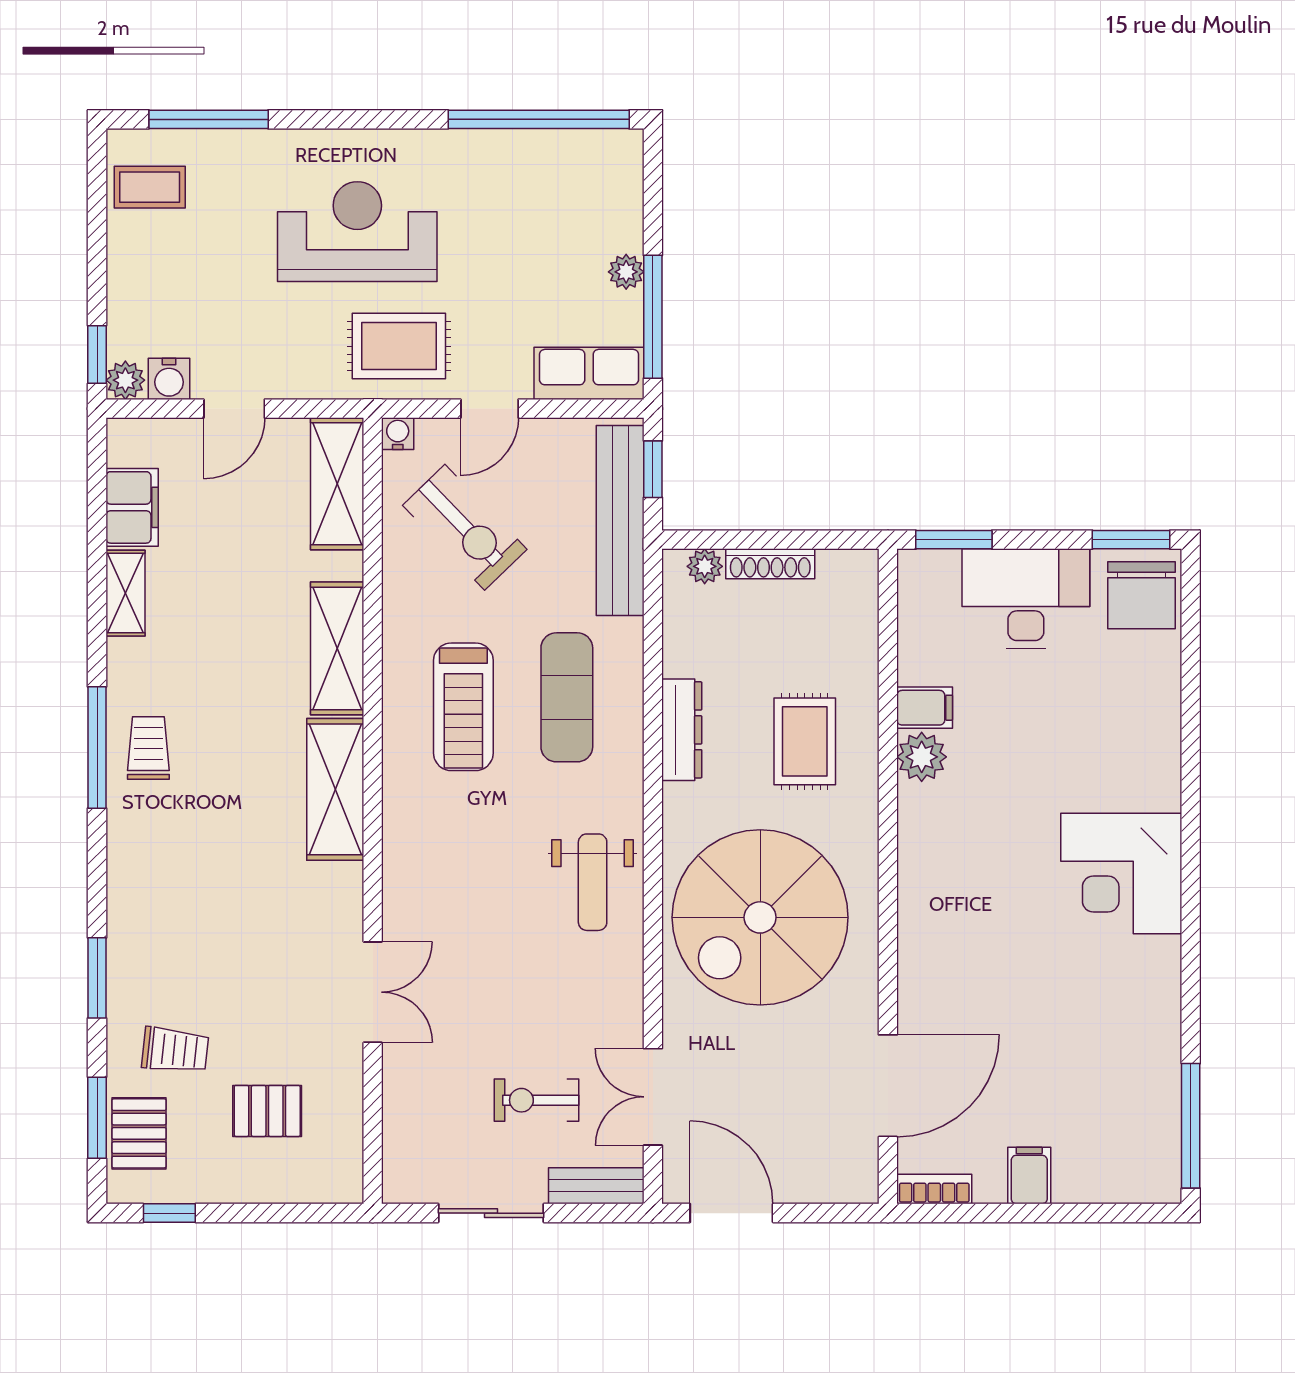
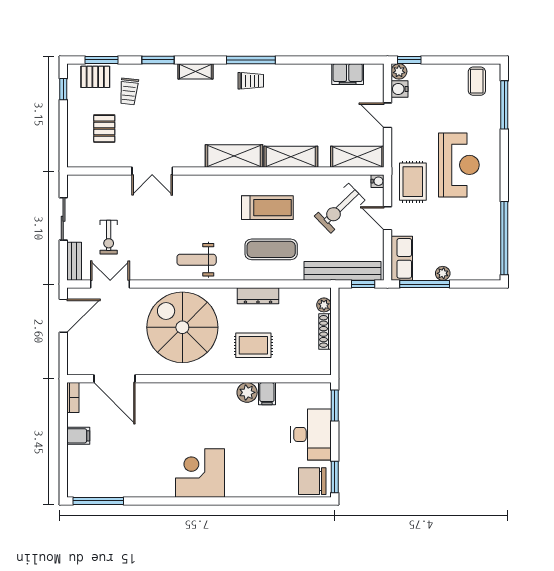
shelving: (125, 593) -> (195, 71), moved
treadmill: (463, 707) -> (267, 208), turned 180
exercise bike: (537, 1100) -> (109, 237), turned 180

